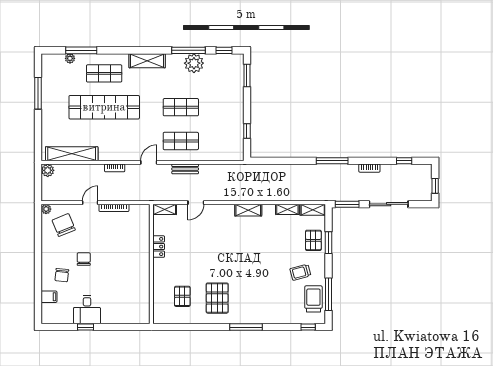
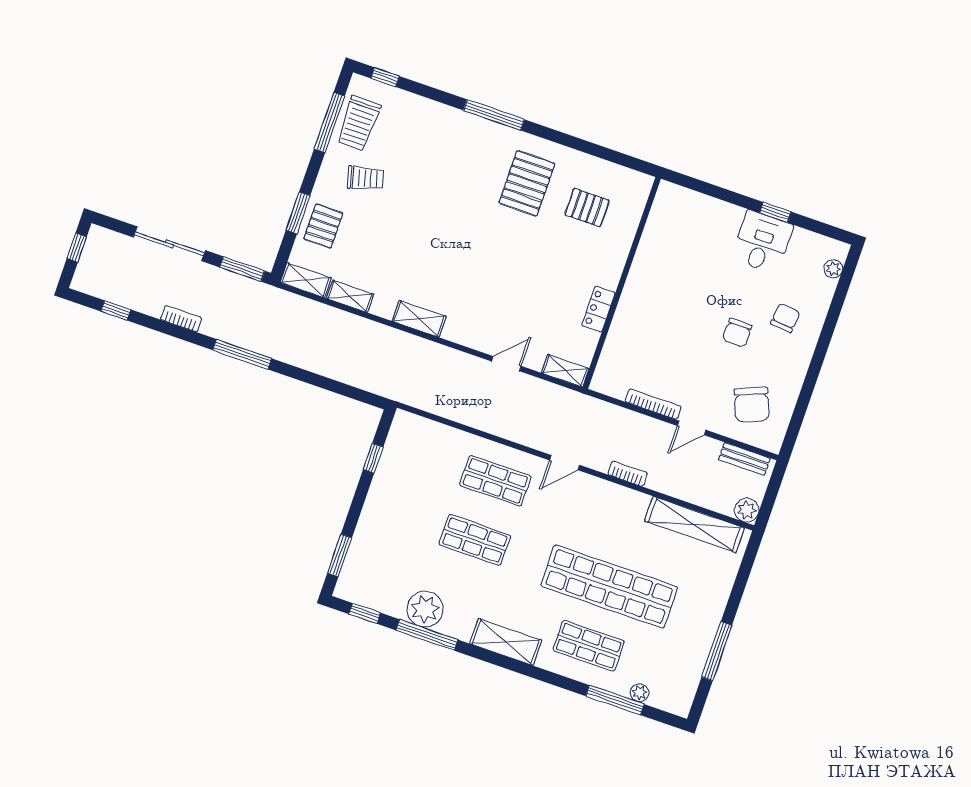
bench: (185, 169) -> (744, 459), moved
plant: (46, 209) -> (833, 269), moved
pallet: (182, 296) -> (587, 208), turned 90
filing cabinet: (49, 297) -> (821, 288), removed

